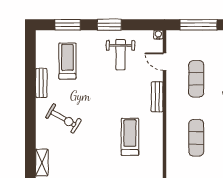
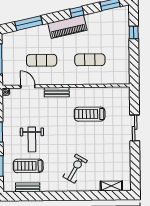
weight bench: (121, 55) -> (32, 139), moved, turned 90
door: (164, 62) -> (28, 87), swing flipped
bench: (41, 83) -> (28, 187), moved

